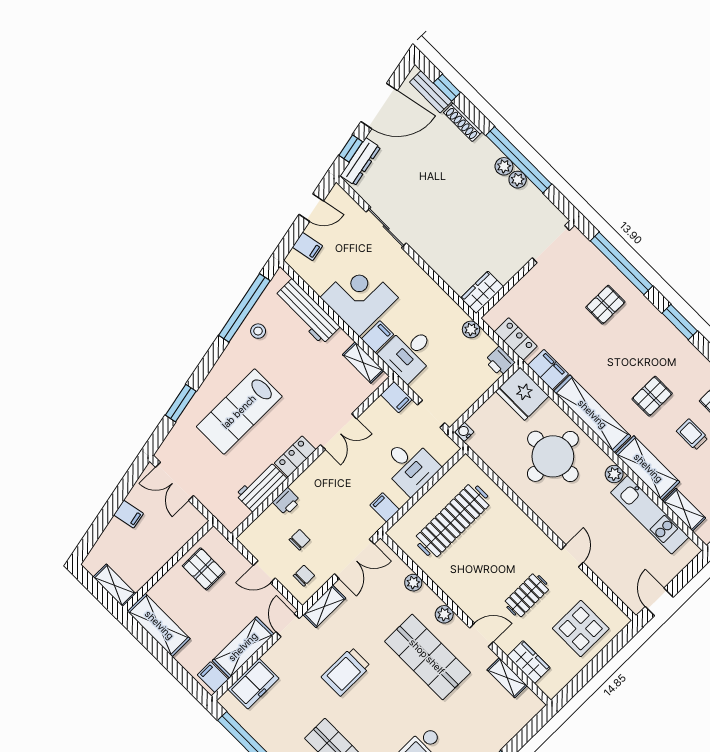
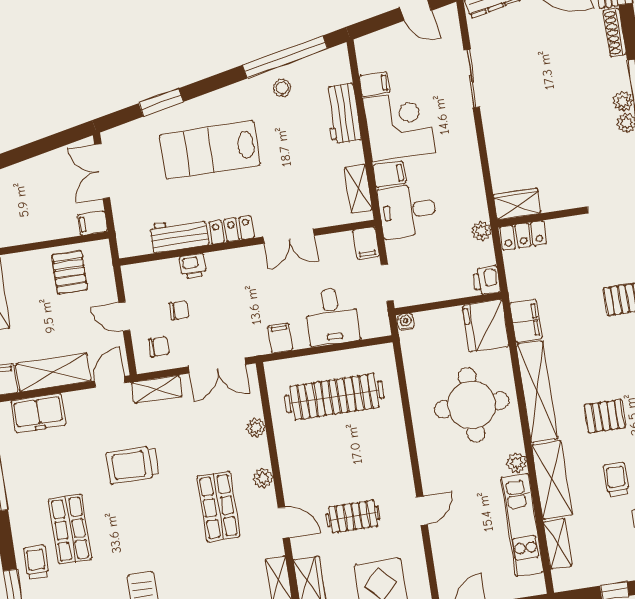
filing cabinet: (307, 247) -> (375, 84), moved, turned -79
workbench: (307, 312) -> (343, 114), width x0.73
locker: (516, 339) -> (523, 235), moved, turned 90
filing cabinet: (129, 514) -> (92, 223), moved, turned 101
shop shelf: (427, 657) -> (218, 507), width x0.70, depth x0.74

